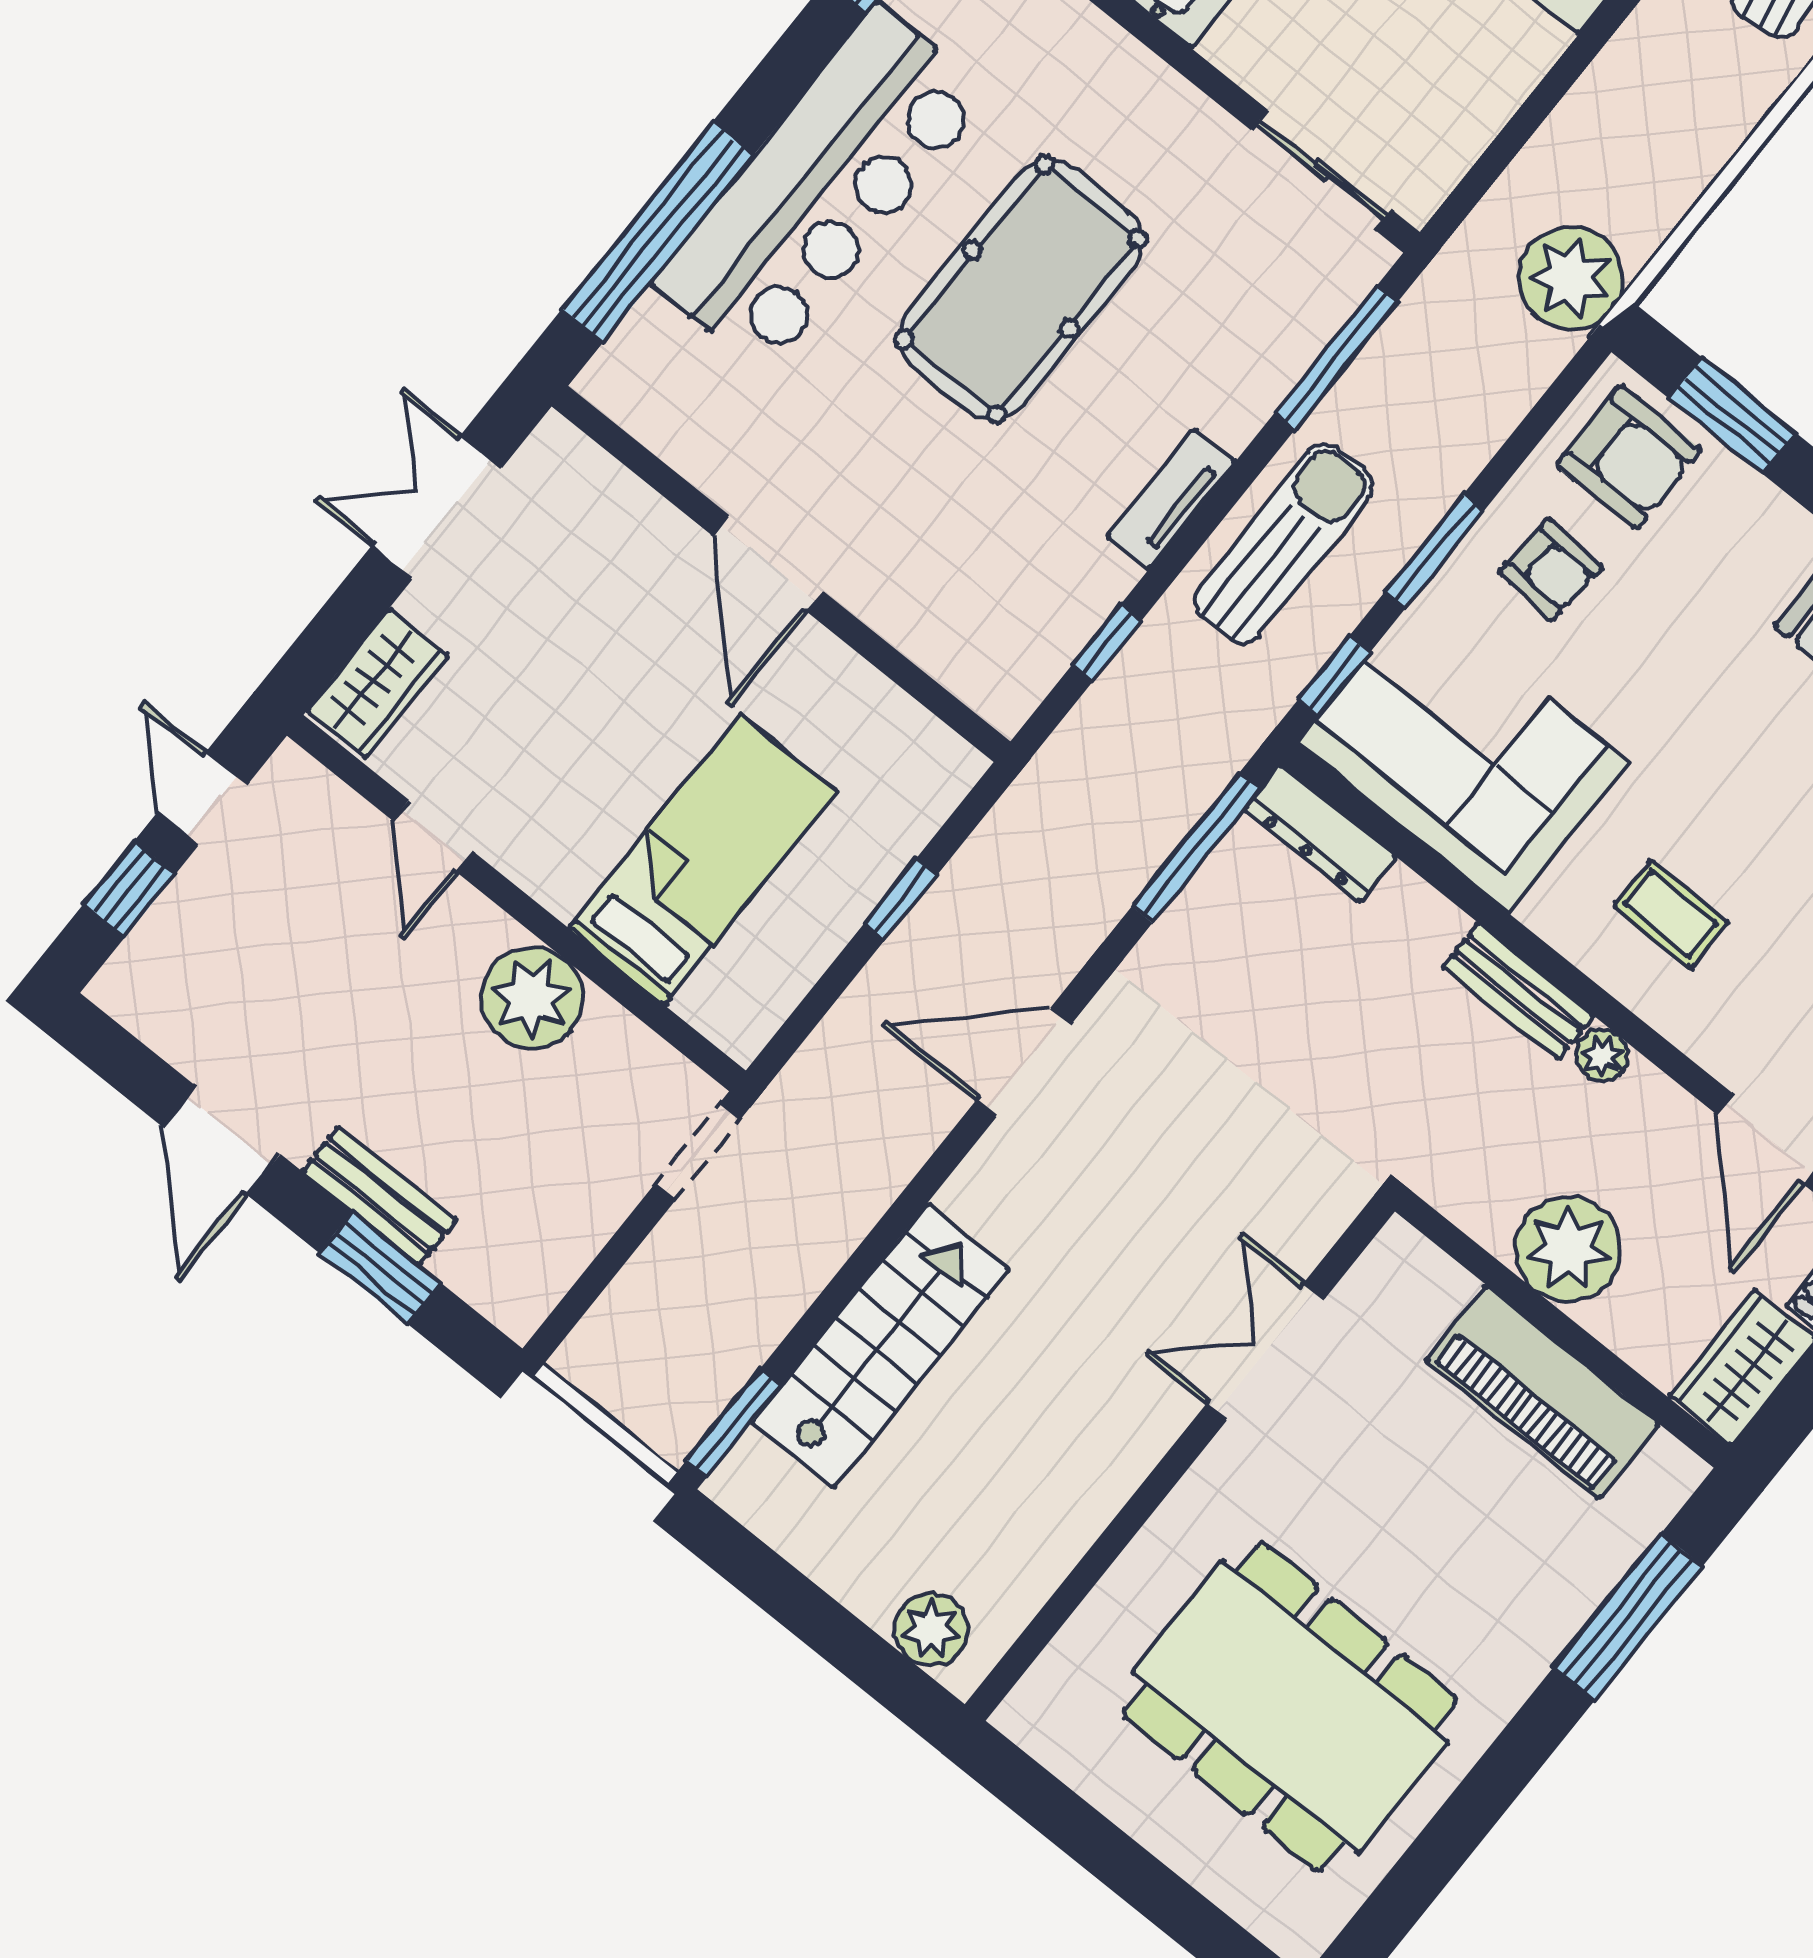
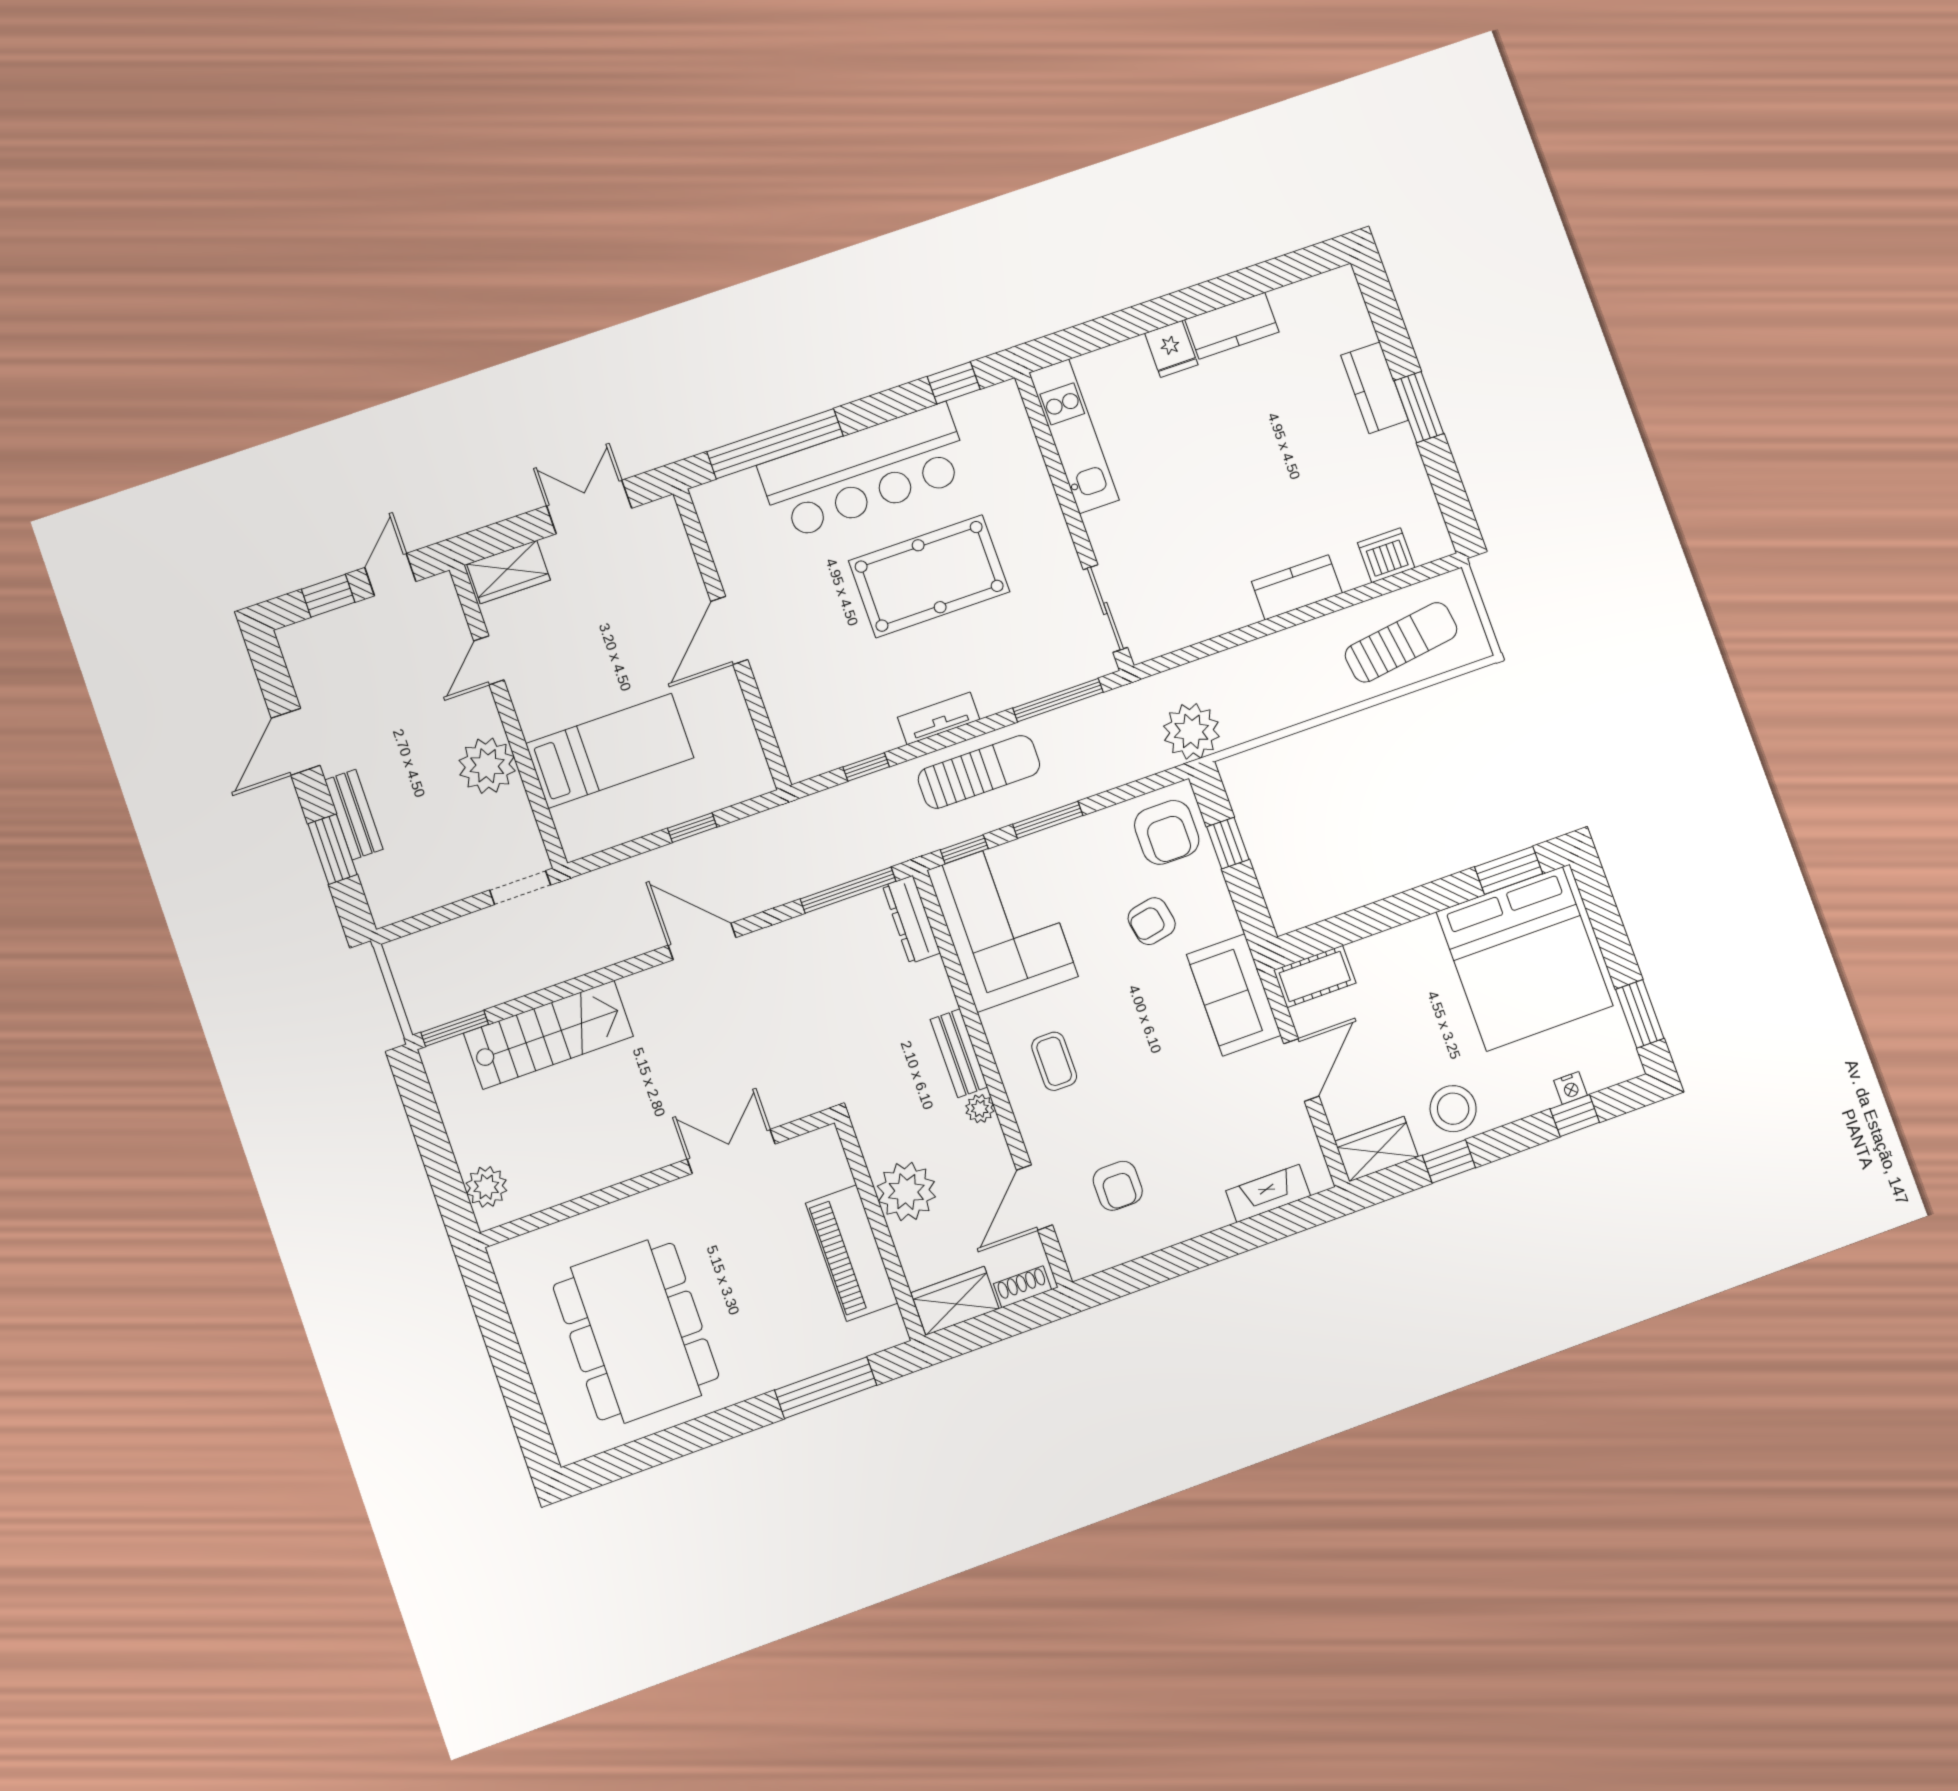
window: (1732, 416) -> (1228, 843), width x0.67
armchair: (1551, 570) -> (1152, 921), moved, turned 75

